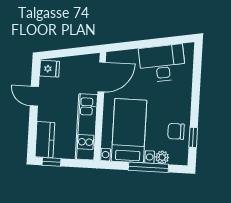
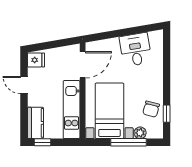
desk: (162, 63) -> (136, 50), width x0.73
chair: (176, 131) -> (151, 109), turned -75

